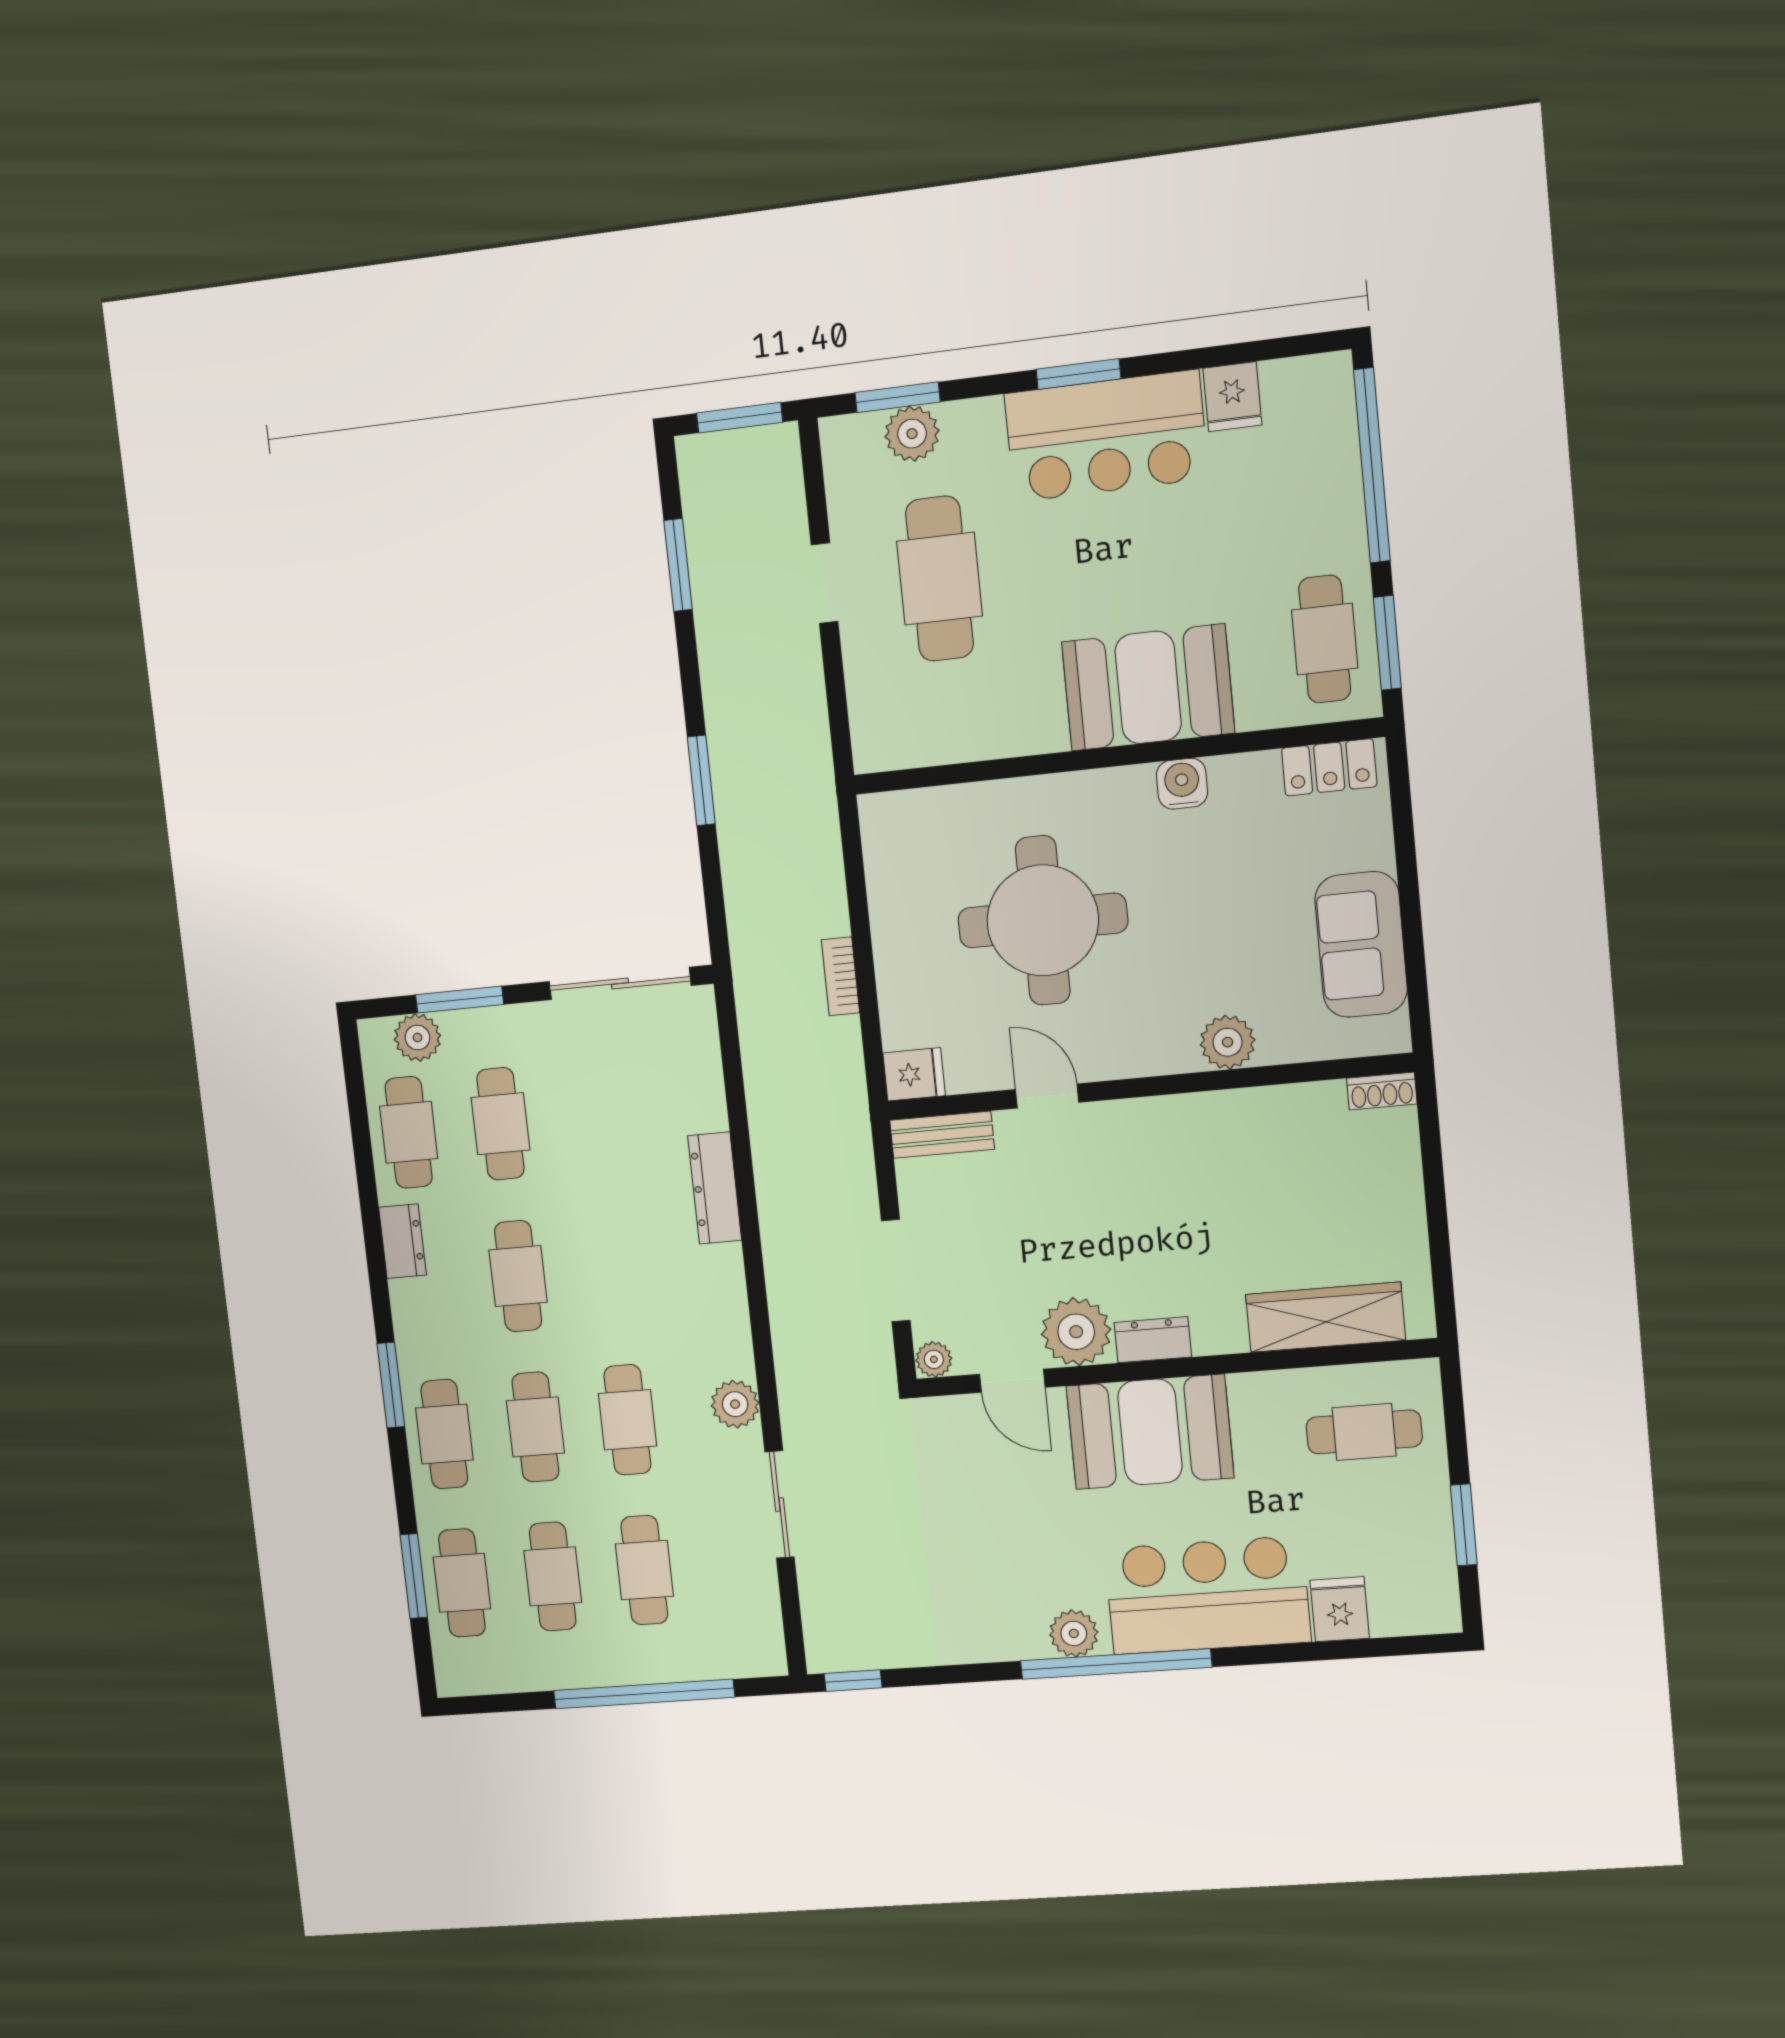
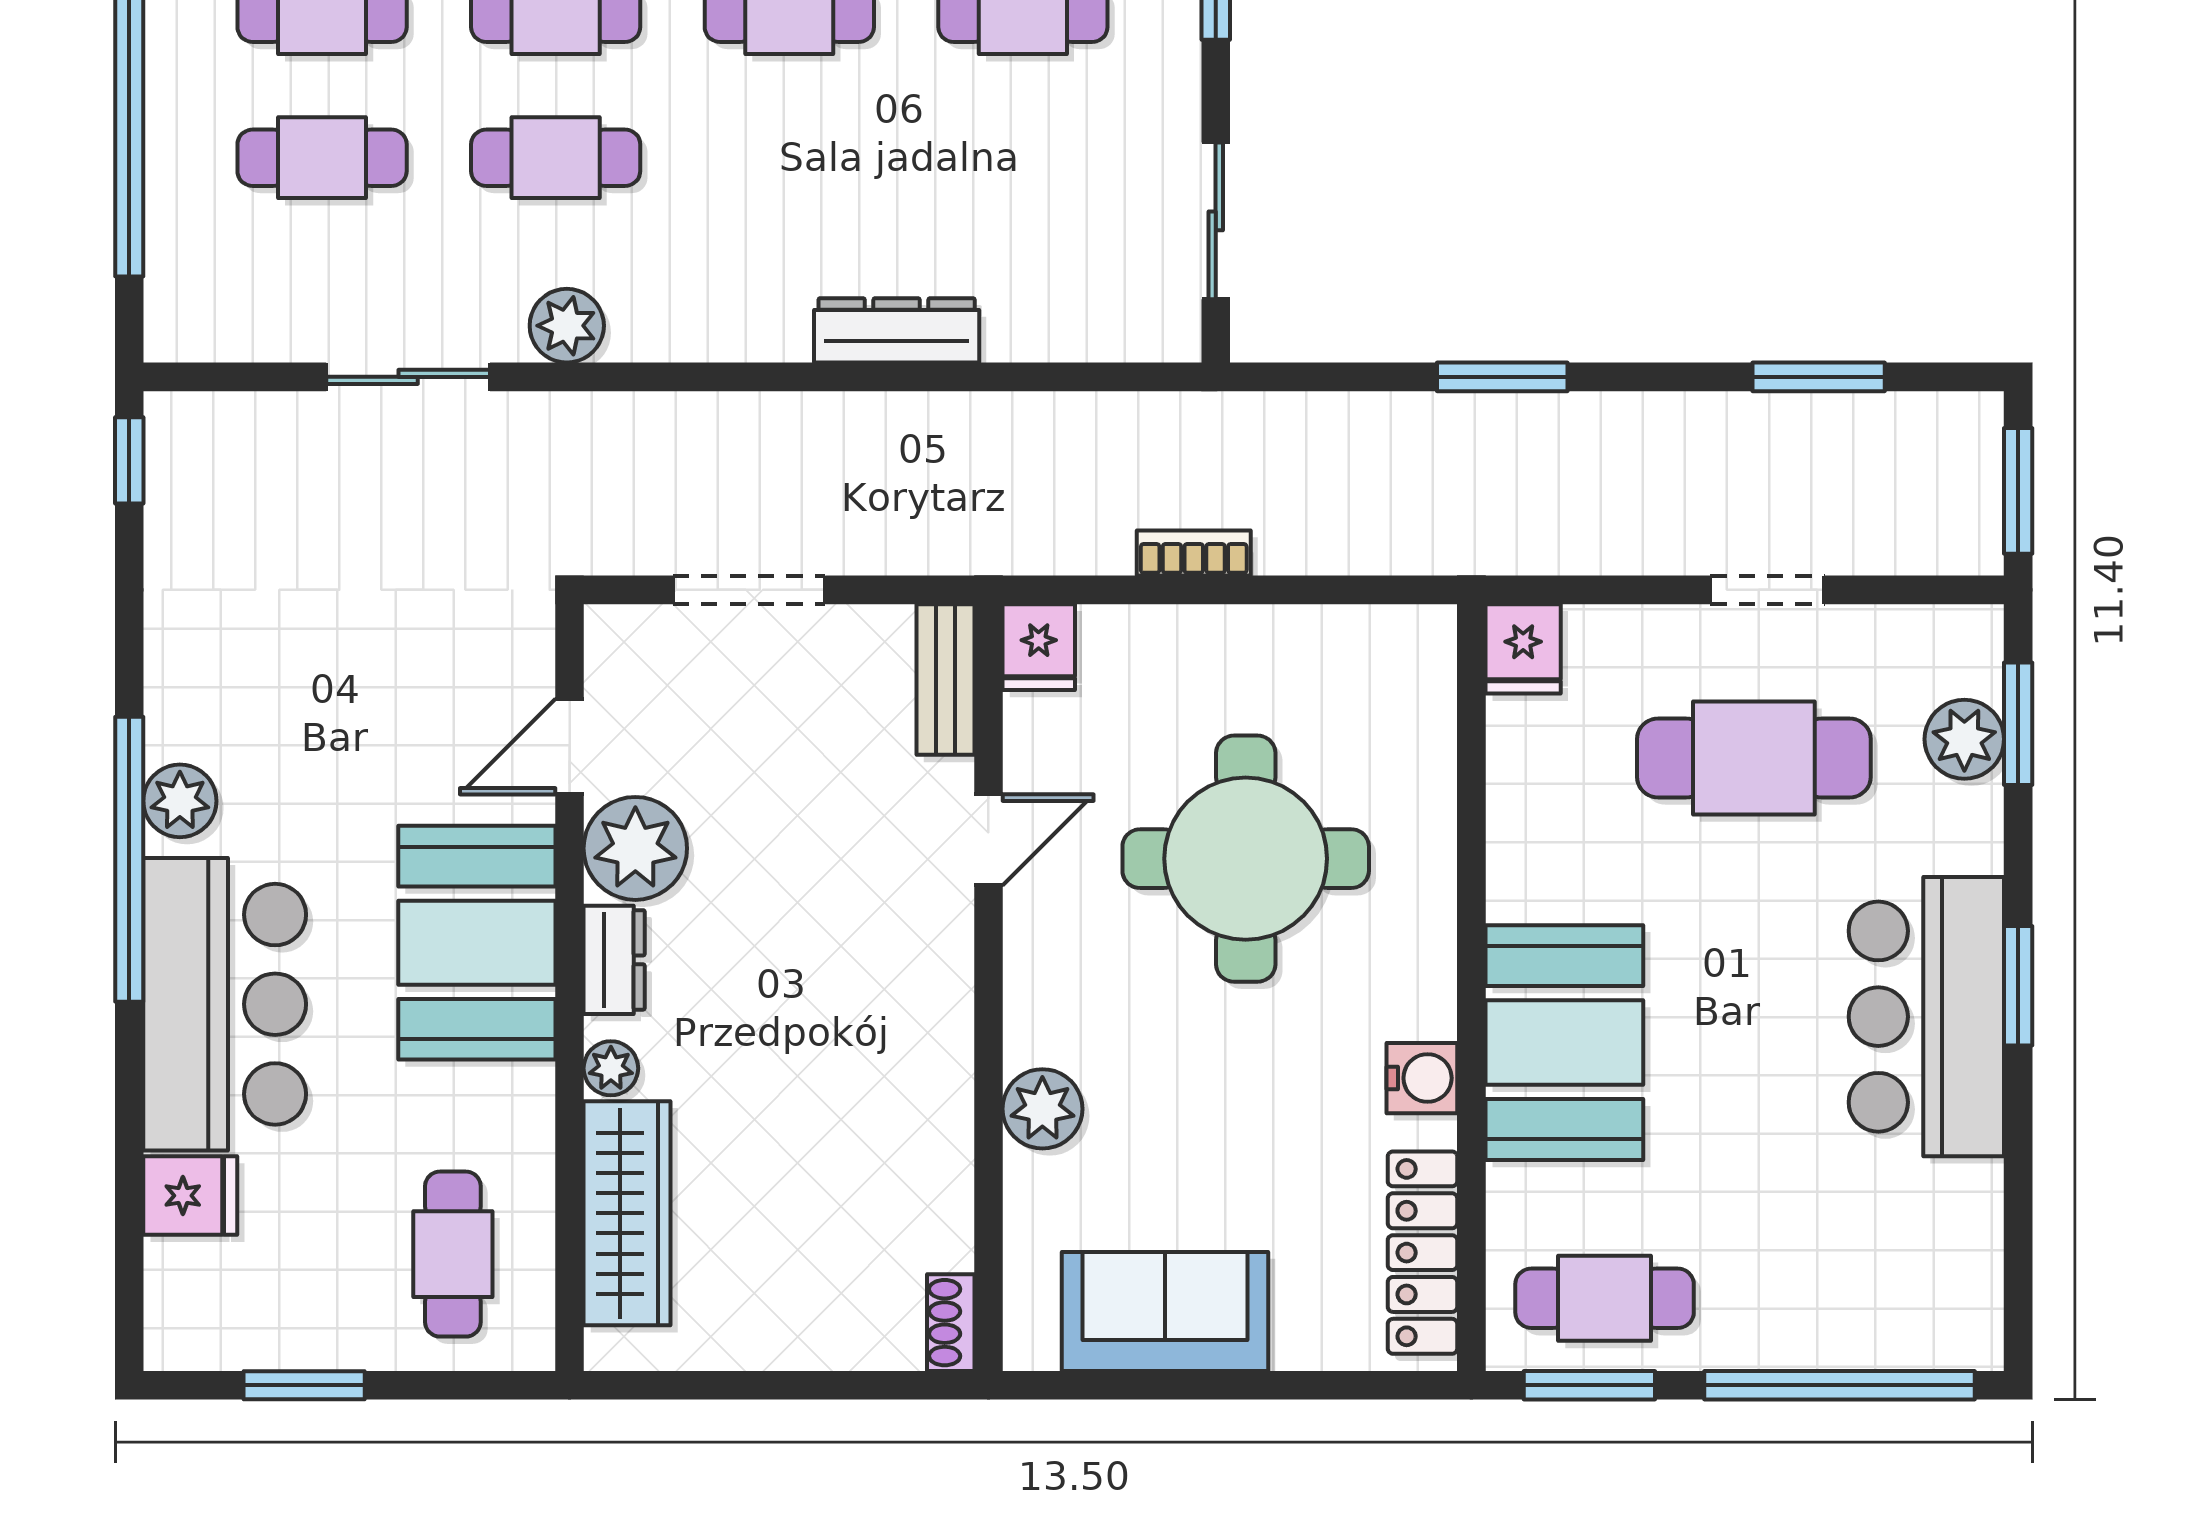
fridge: (1232, 397) -> (1523, 649), moved, turned -90
locker: (1329, 767) -> (1423, 1253), width x1.53
sliding door: (620, 983) -> (1216, 221), width x0.73
plant: (934, 1359) -> (611, 1068), moved

